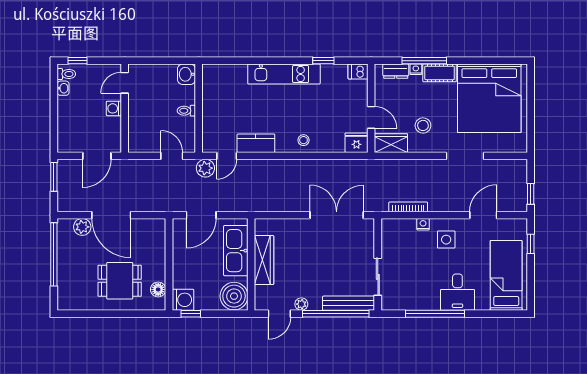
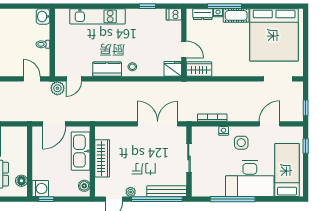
kitchen unit: (284, 74) -> (97, 16), moved
stool: (423, 125) -> (223, 56), removed
kitchen counter: (256, 143) -> (107, 69), moved
doorway: (465, 156) -> (278, 79), moved
sliding door: (378, 277) -> (189, 158), moved
desk: (457, 292) -> (250, 179), width x1.87, depth x1.30
boiler: (234, 296) -> (84, 186), width x0.54, depth x0.54

